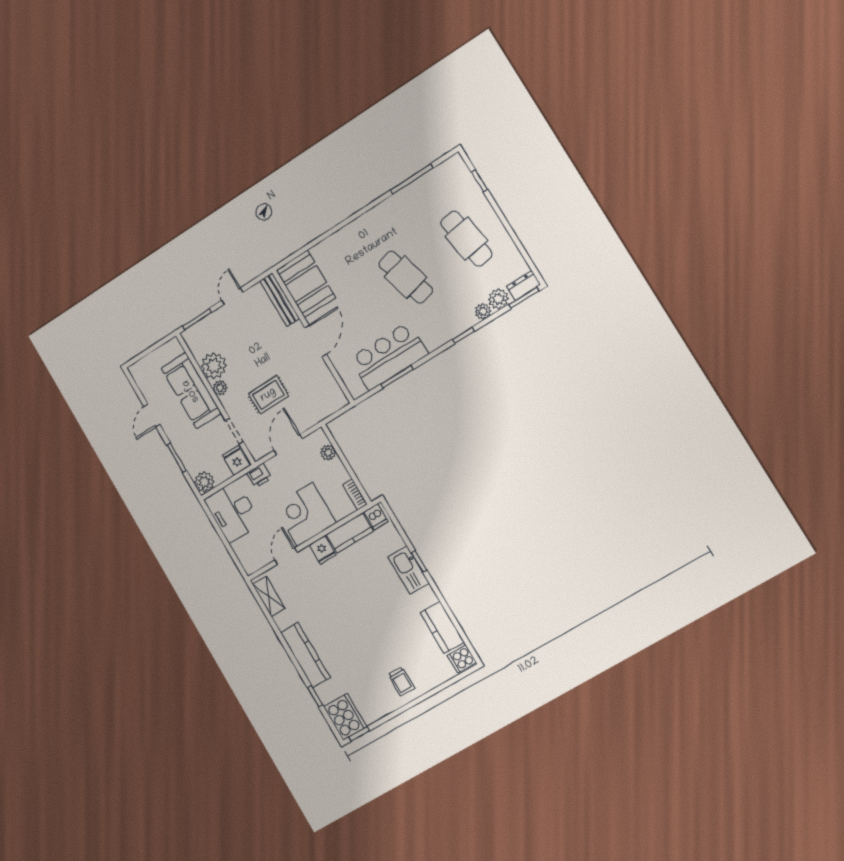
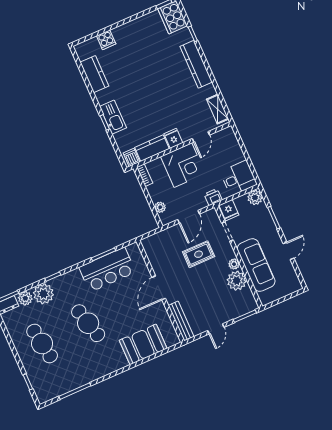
booth: (306, 284) -> (143, 344), moved, turned 90
plant: (483, 311) -> (43, 294), width x1.88, depth x1.88
desk: (233, 512) -> (239, 178), width x0.73
cooker: (462, 659) -> (106, 40), moved, turned 90
trolley: (401, 681) -> (128, 39), removed

